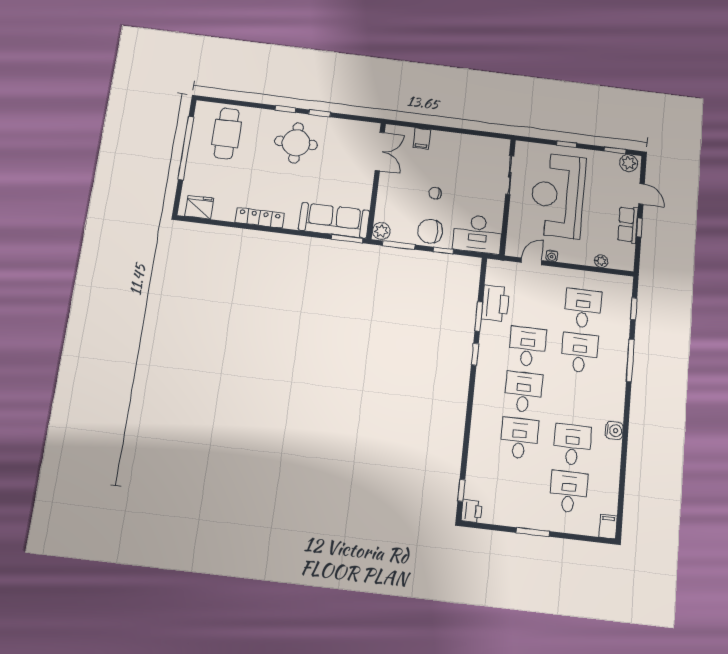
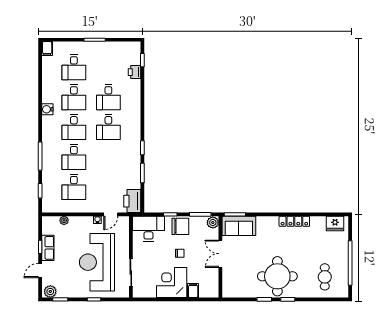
cafe table: (227, 133) -> (325, 277), width x0.73, depth x0.74
round table: (296, 143) -> (277, 276), width x1.36, depth x1.36
double door: (380, 151) -> (220, 254), moved
corner desk: (452, 153) -> (172, 283), added
door: (641, 194) -> (40, 271), hinge flipped
reception desk: (558, 195) -> (97, 262), turned 180
sofa: (334, 220) -> (239, 226), width x0.73
printer: (495, 303) -> (132, 201), moved
desk: (527, 347) -> (74, 127), moved
printer: (472, 511) -> (134, 72), moved

